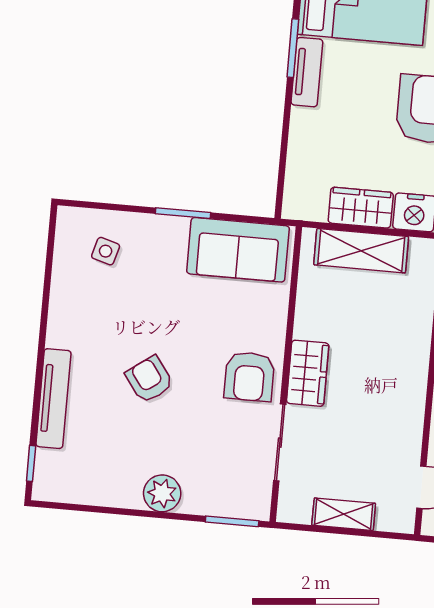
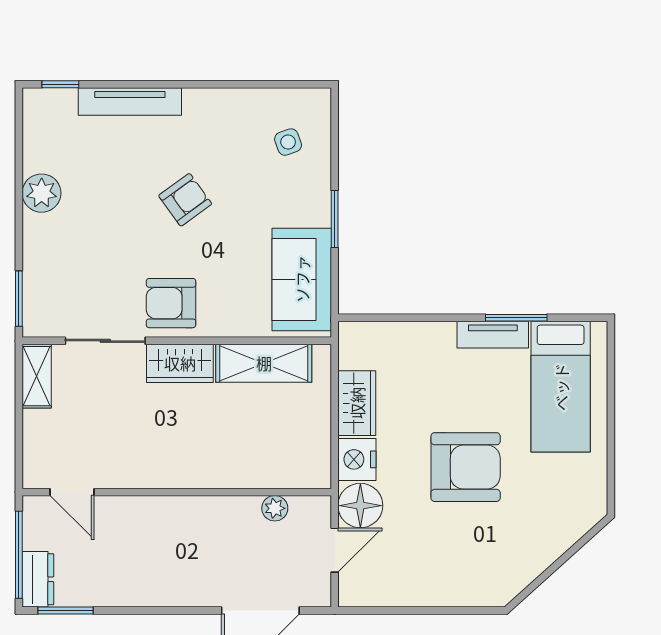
side table: (106, 251) -> (288, 142), turned -36
shelving: (361, 251) -> (264, 363), moved, turned 90
armchair: (149, 379) -> (185, 200), moved
plant: (162, 493) -> (42, 193), moved
shelving: (344, 514) -> (37, 376), moved

